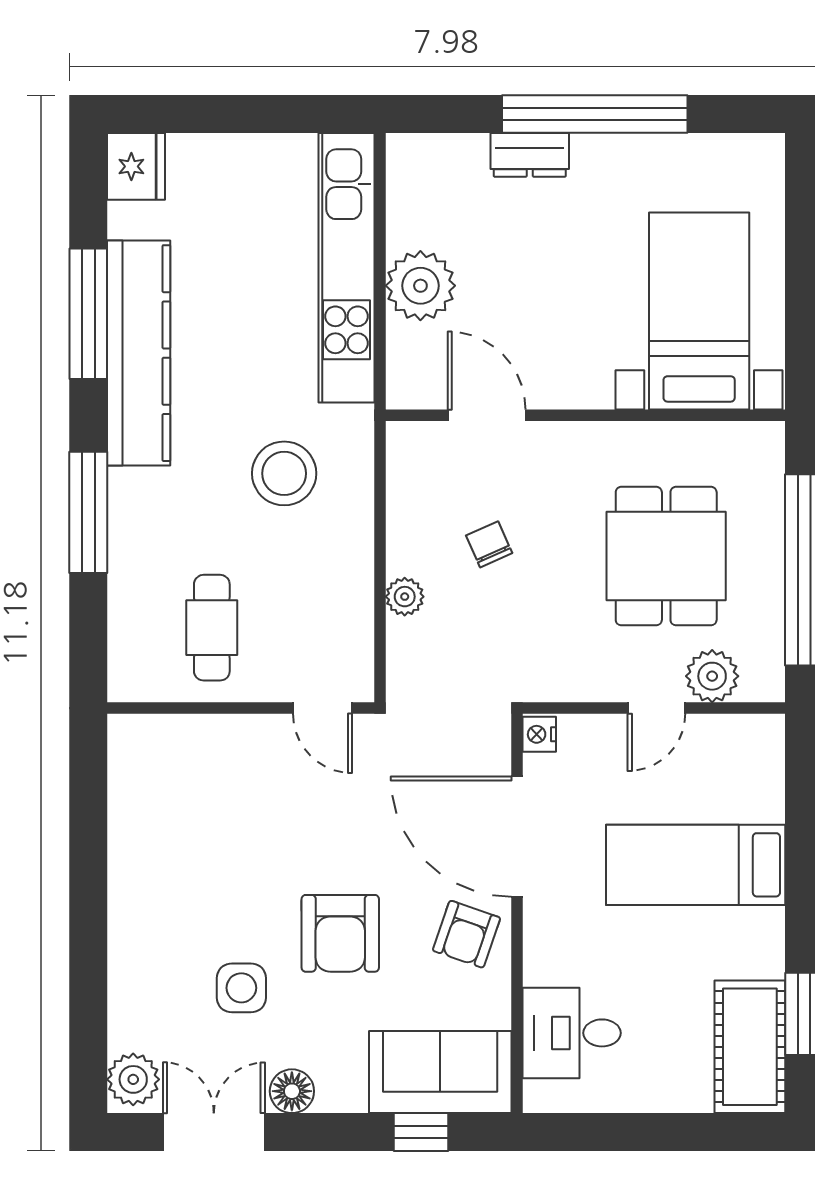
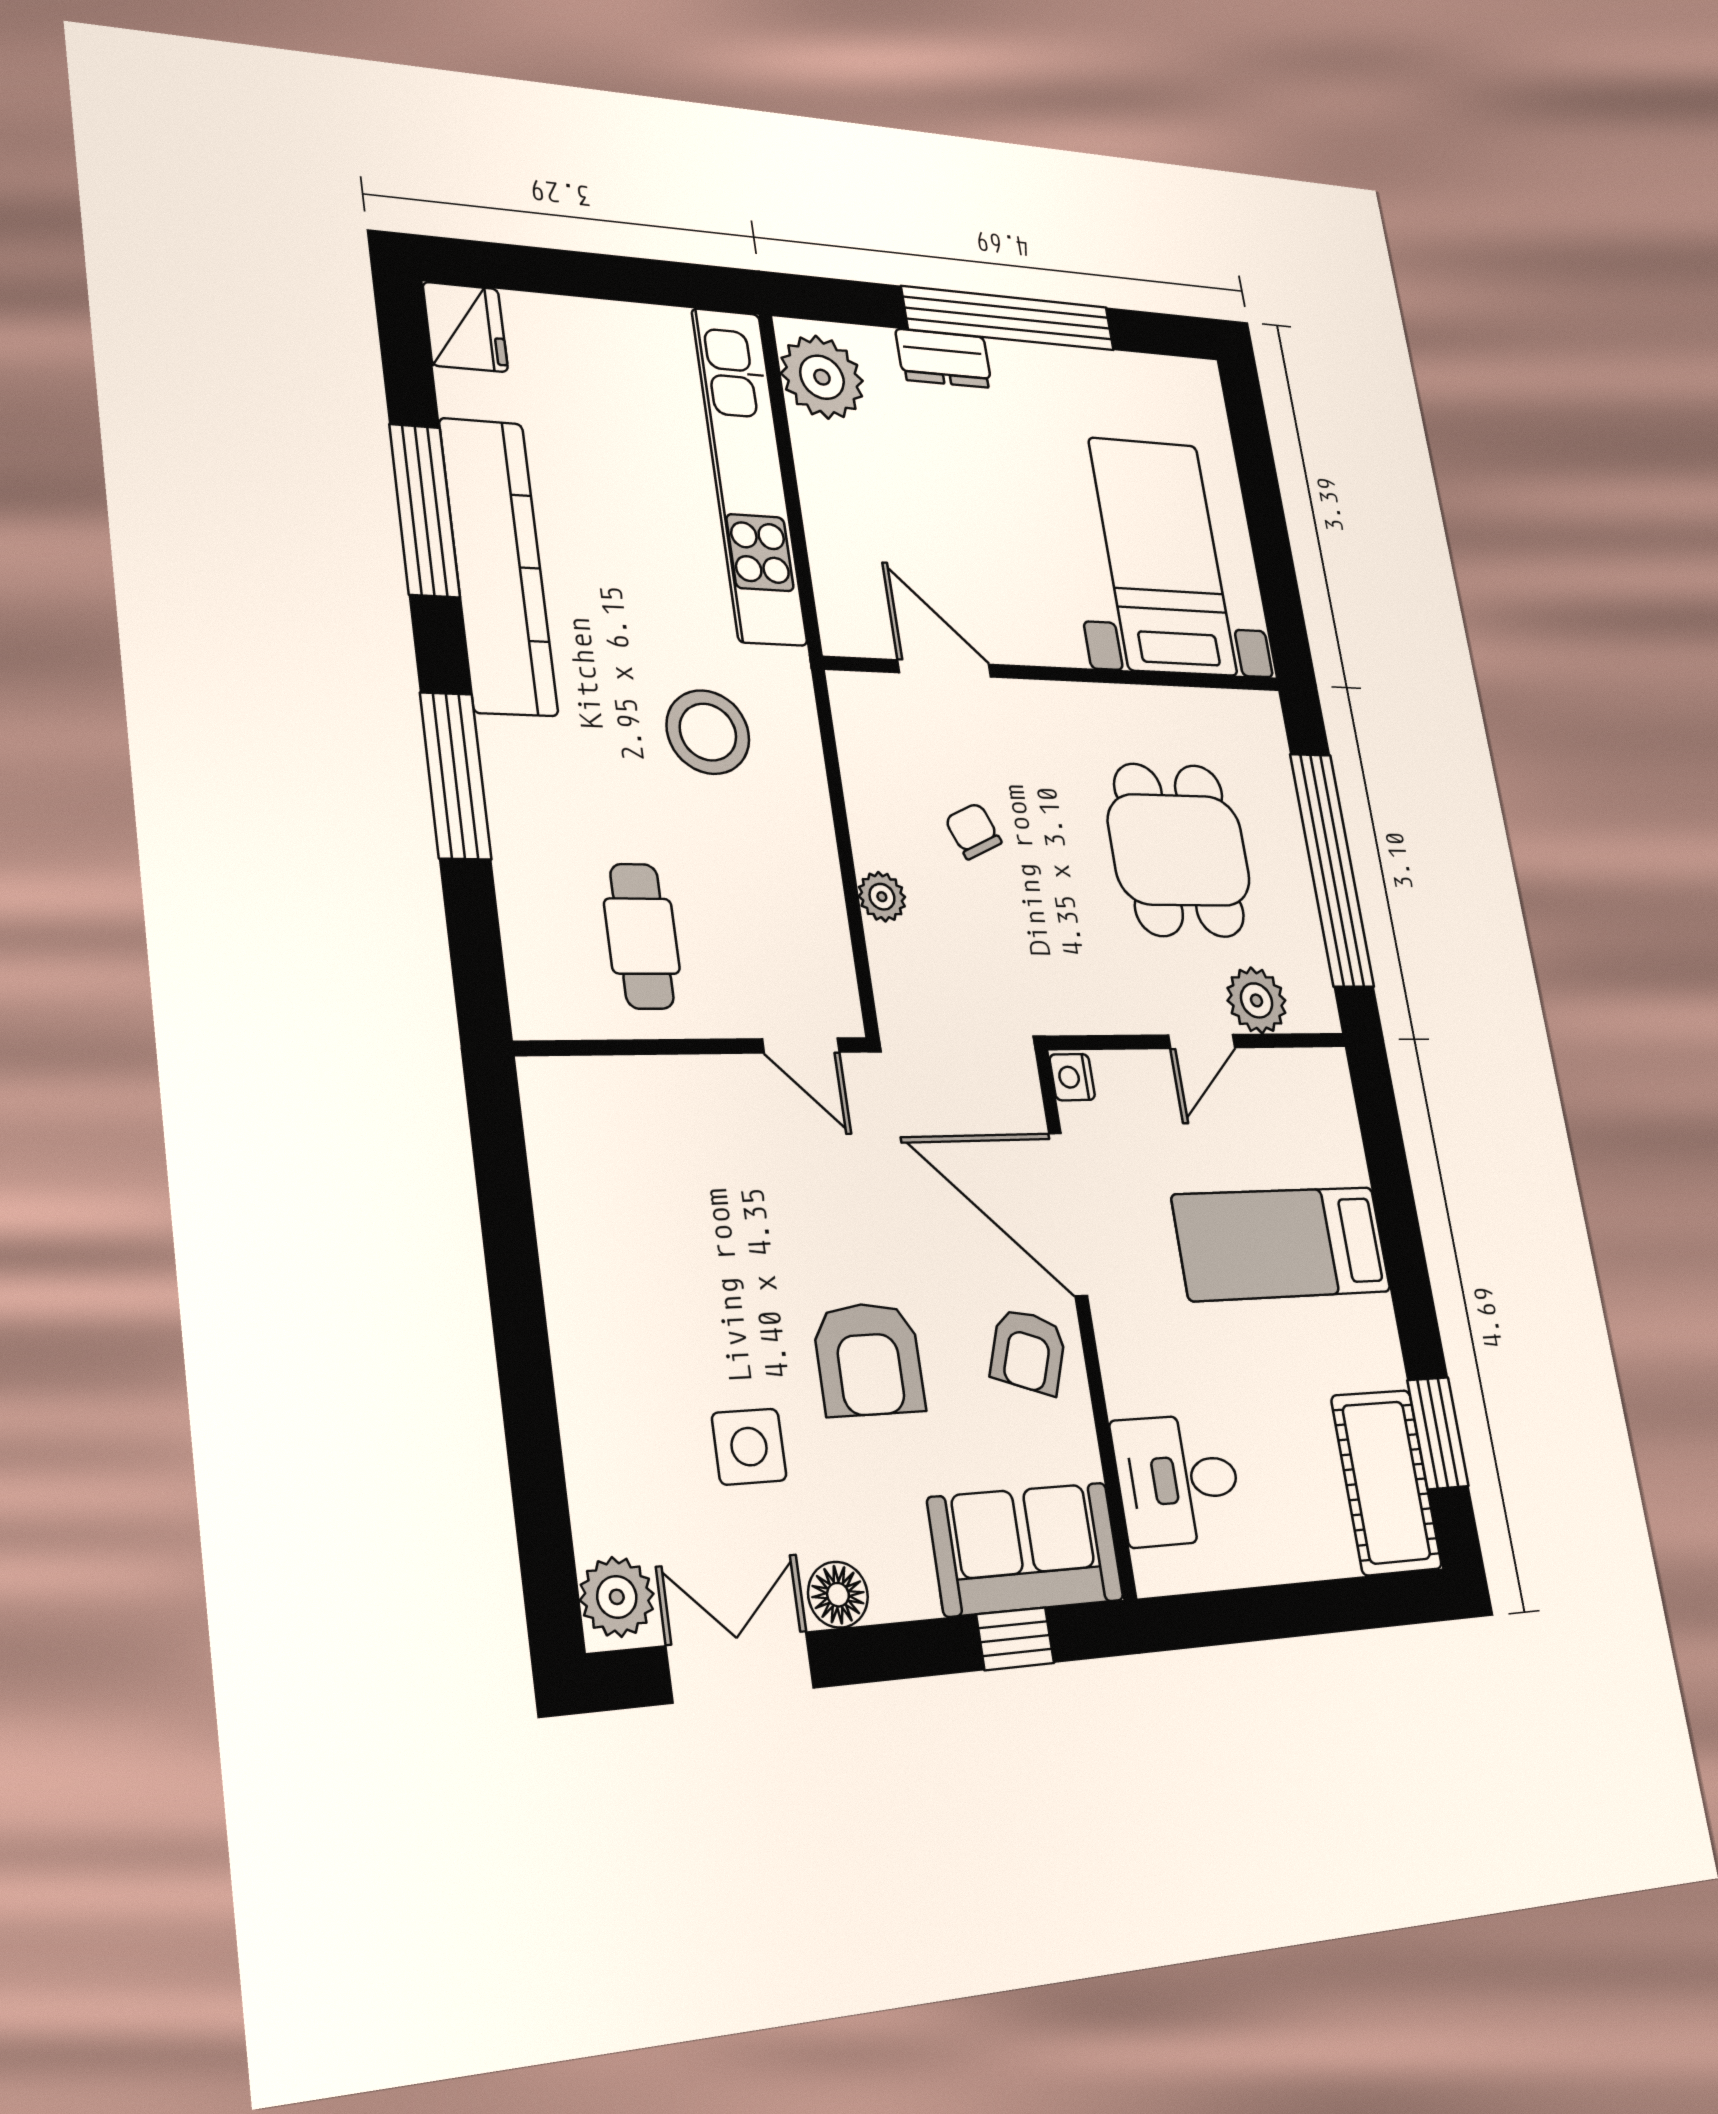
plant: (420, 286) -> (822, 377), moved

